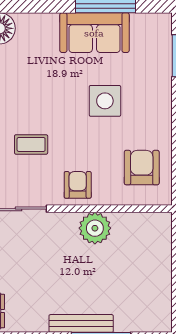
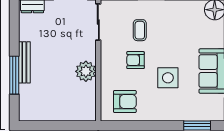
armchair: (78, 185) -> (135, 60), moved, turned 180

